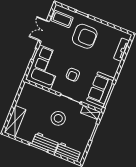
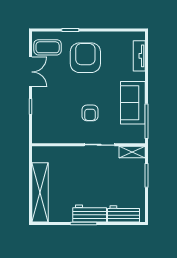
double door: (44, 31) -> (30, 72), swing flipped
armchair: (85, 36) -> (85, 58), turned -90
corner sofa: (45, 67) -> (50, 117), removed
sofa: (101, 89) -> (133, 103), moved
stool: (58, 118) -> (94, 176), removed
shelving: (15, 121) -> (40, 192), width x1.47

